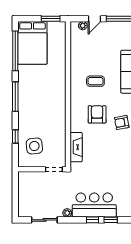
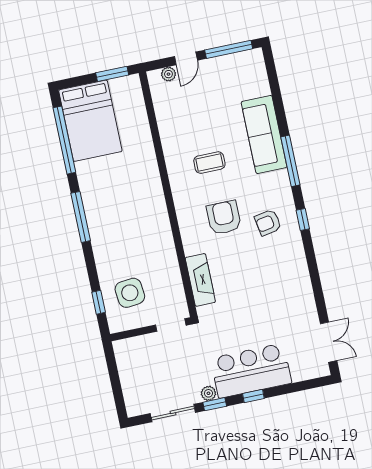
window: (15, 137) -> (99, 302), moved
window: (111, 220) -> (215, 404), moved

